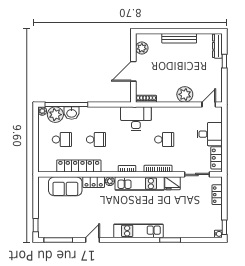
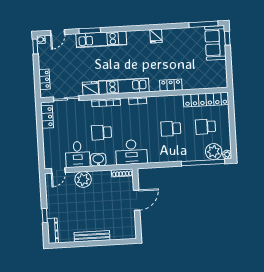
plant: (142, 48) -> (129, 224), removed
washbasin: (72, 113) -> (98, 160), moved
desk: (210, 134) -> (78, 154), moved, turned -90
locker: (79, 166) -> (206, 100), moved
plant: (110, 181) -> (154, 87), removed
sofa: (65, 186) -> (215, 43), moved, turned -90
fridge: (106, 231) -> (156, 36), added
kitchen unit: (138, 231) -> (101, 39), moved
door: (92, 240) -> (58, 32), moved

